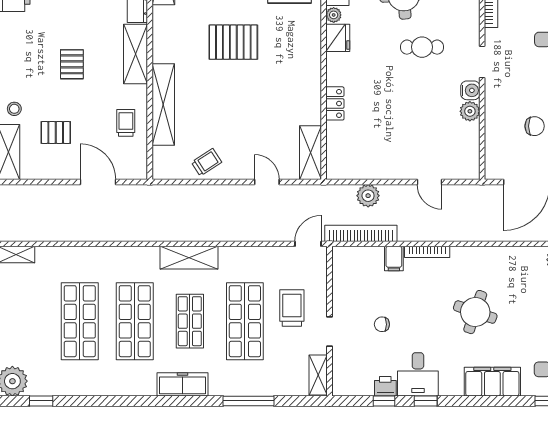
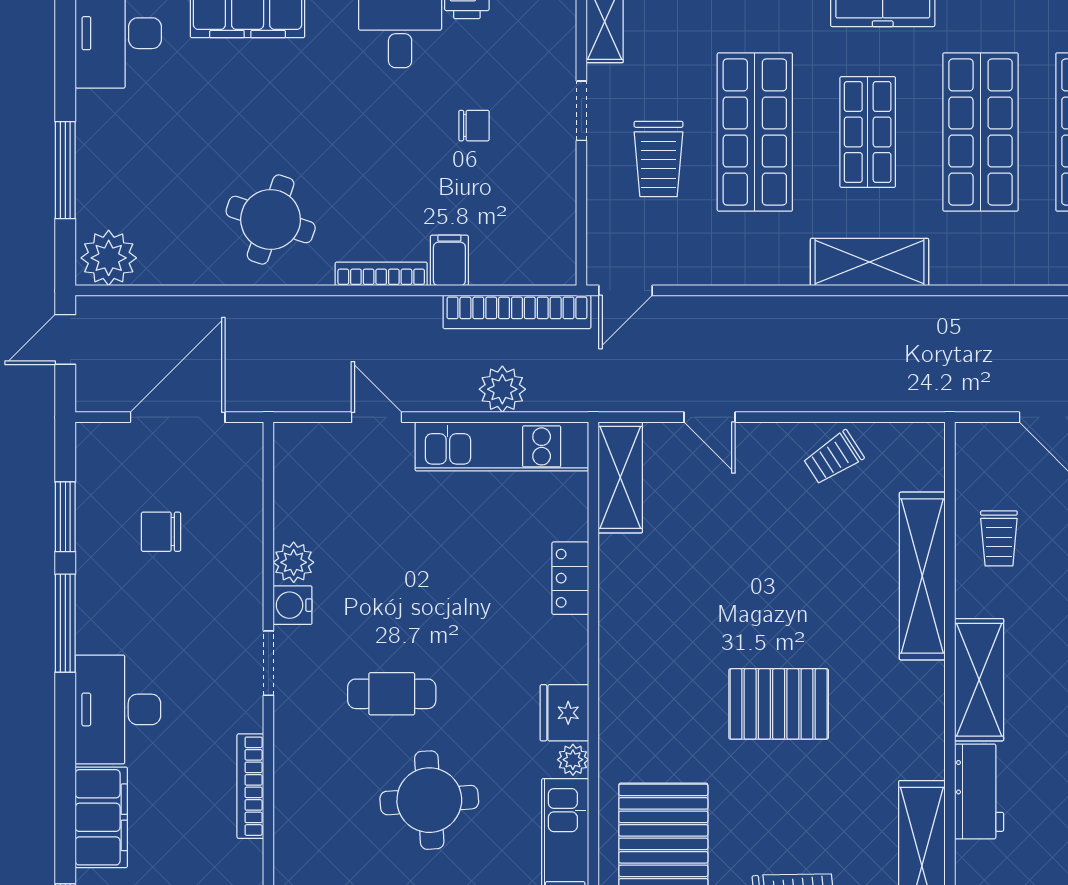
kitchen unit: (368, 168) -> (502, 446), added
round table: (475, 312) -> (271, 219), moved

